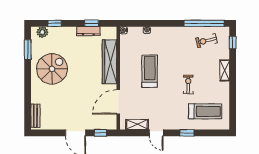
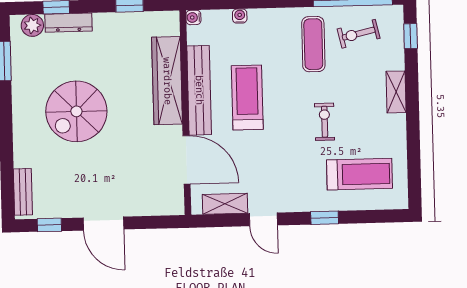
dresser: (88, 31) -> (68, 23), moved
exercise mat: (184, 45) -> (313, 44), added
bench: (125, 67) -> (199, 90), added
spiral stairs: (52, 69) -> (76, 111), moved, turned 180
door: (118, 102) -> (187, 160), swing flipped
window: (100, 133) -> (49, 225), moved

